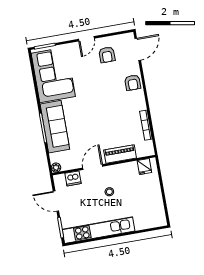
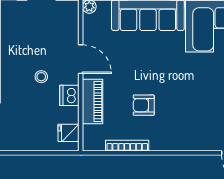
armchair: (133, 83) -> (144, 105), moved
dishwasher: (73, 178) -> (69, 95), moved

